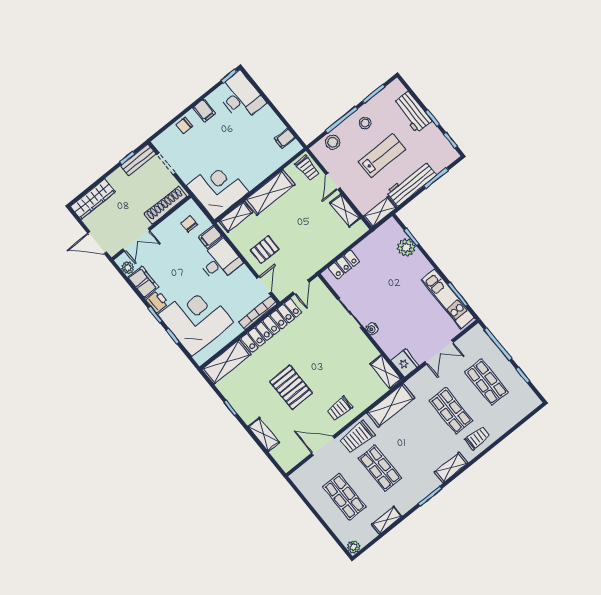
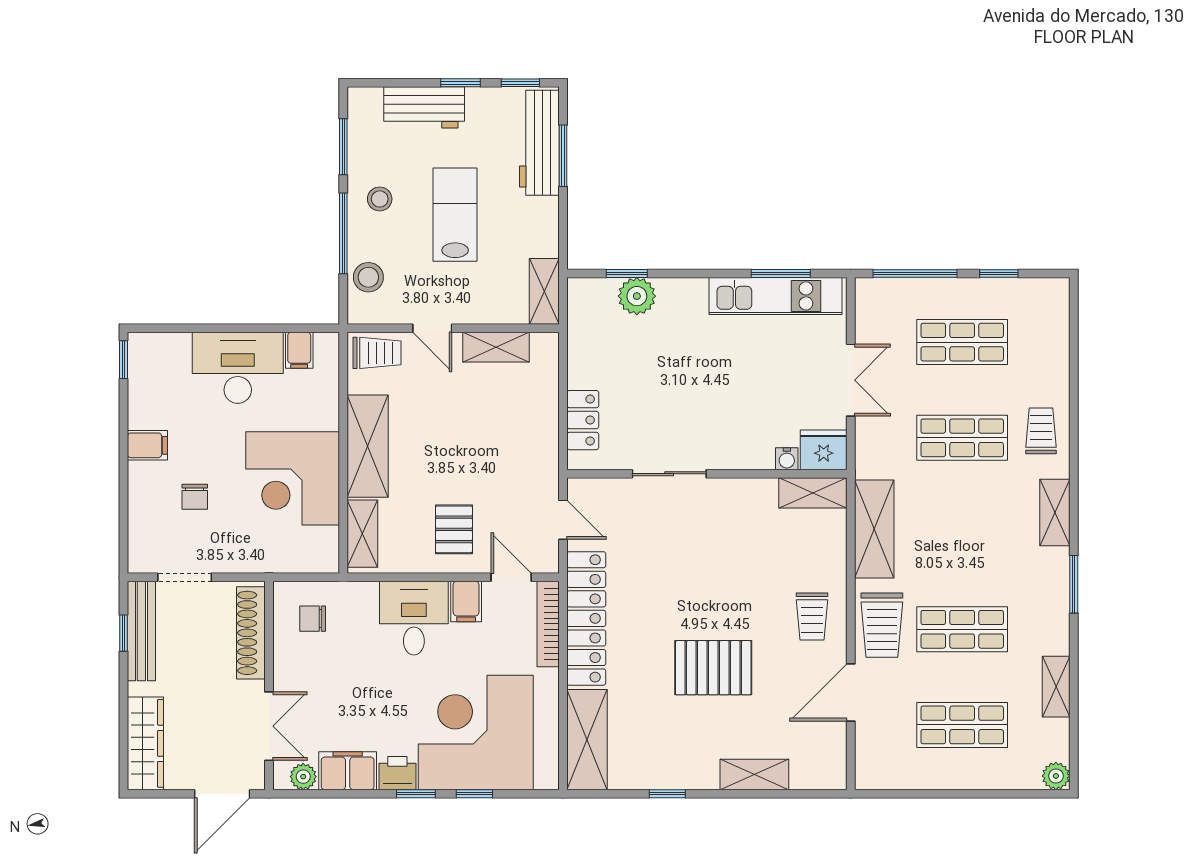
desk: (240, 97) -> (238, 368), moved
chair: (184, 125) -> (195, 497), moved
bench: (138, 160) -> (141, 631), width x1.36
workbench: (411, 184) -> (539, 143), moved
corner desk: (217, 189) -> (293, 478), moved, turned -90
filing cabinet: (210, 237) -> (466, 601), moved
water cooler: (372, 329) -> (787, 459), moved

